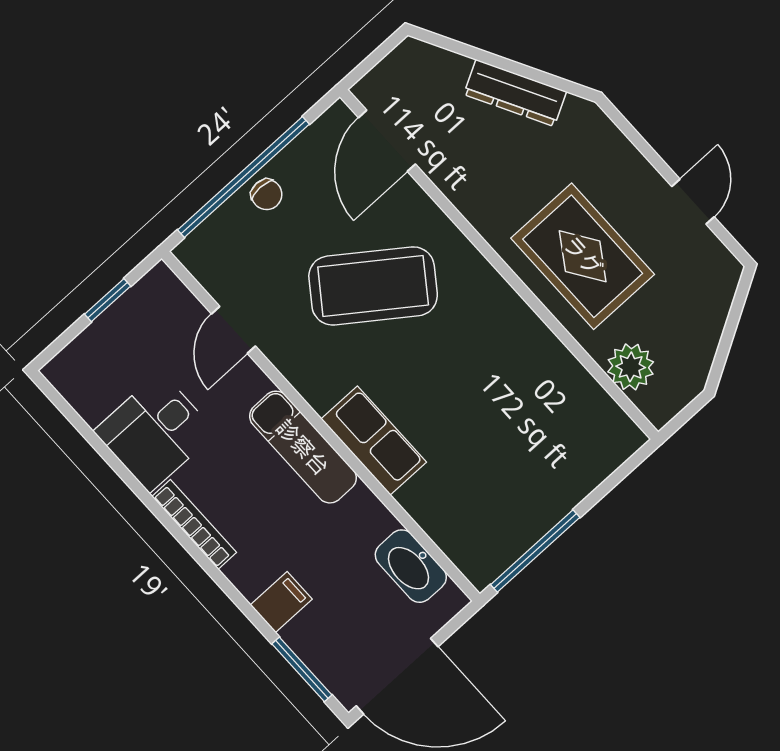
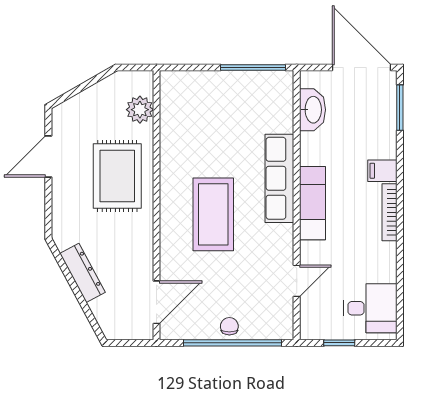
door: (693, 202) -> (48, 157), width x1.38
coffee table: (373, 286) -> (213, 214), moved, turned 54
desk: (155, 432) -> (370, 308), moved
row of seats: (374, 441) -> (279, 178), width x1.48
filing cabinet: (281, 602) -> (382, 171), moved

